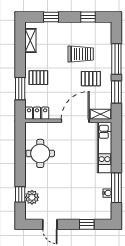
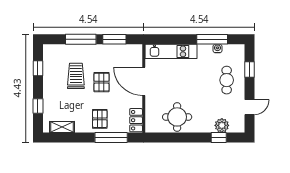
pallet: (91, 79) -> (102, 82), moved
window: (20, 89) -> (111, 137), width x1.44
shelving: (100, 114) -> (137, 56), removed
cafe table: (76, 202) -> (227, 80), added

